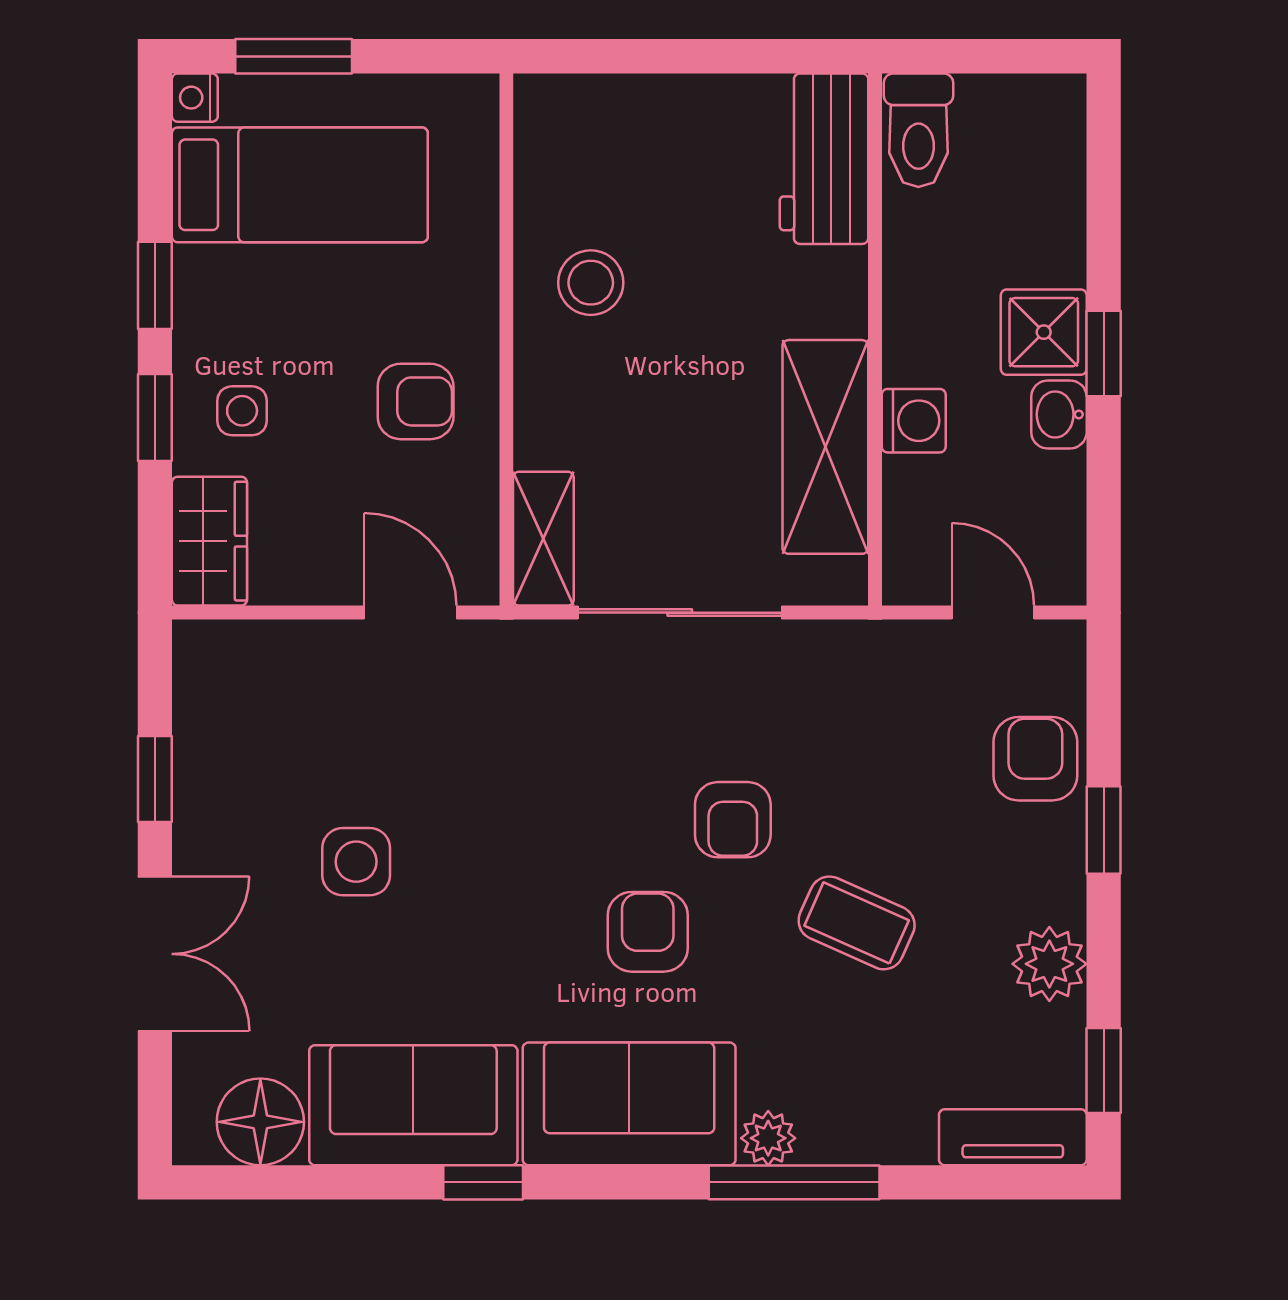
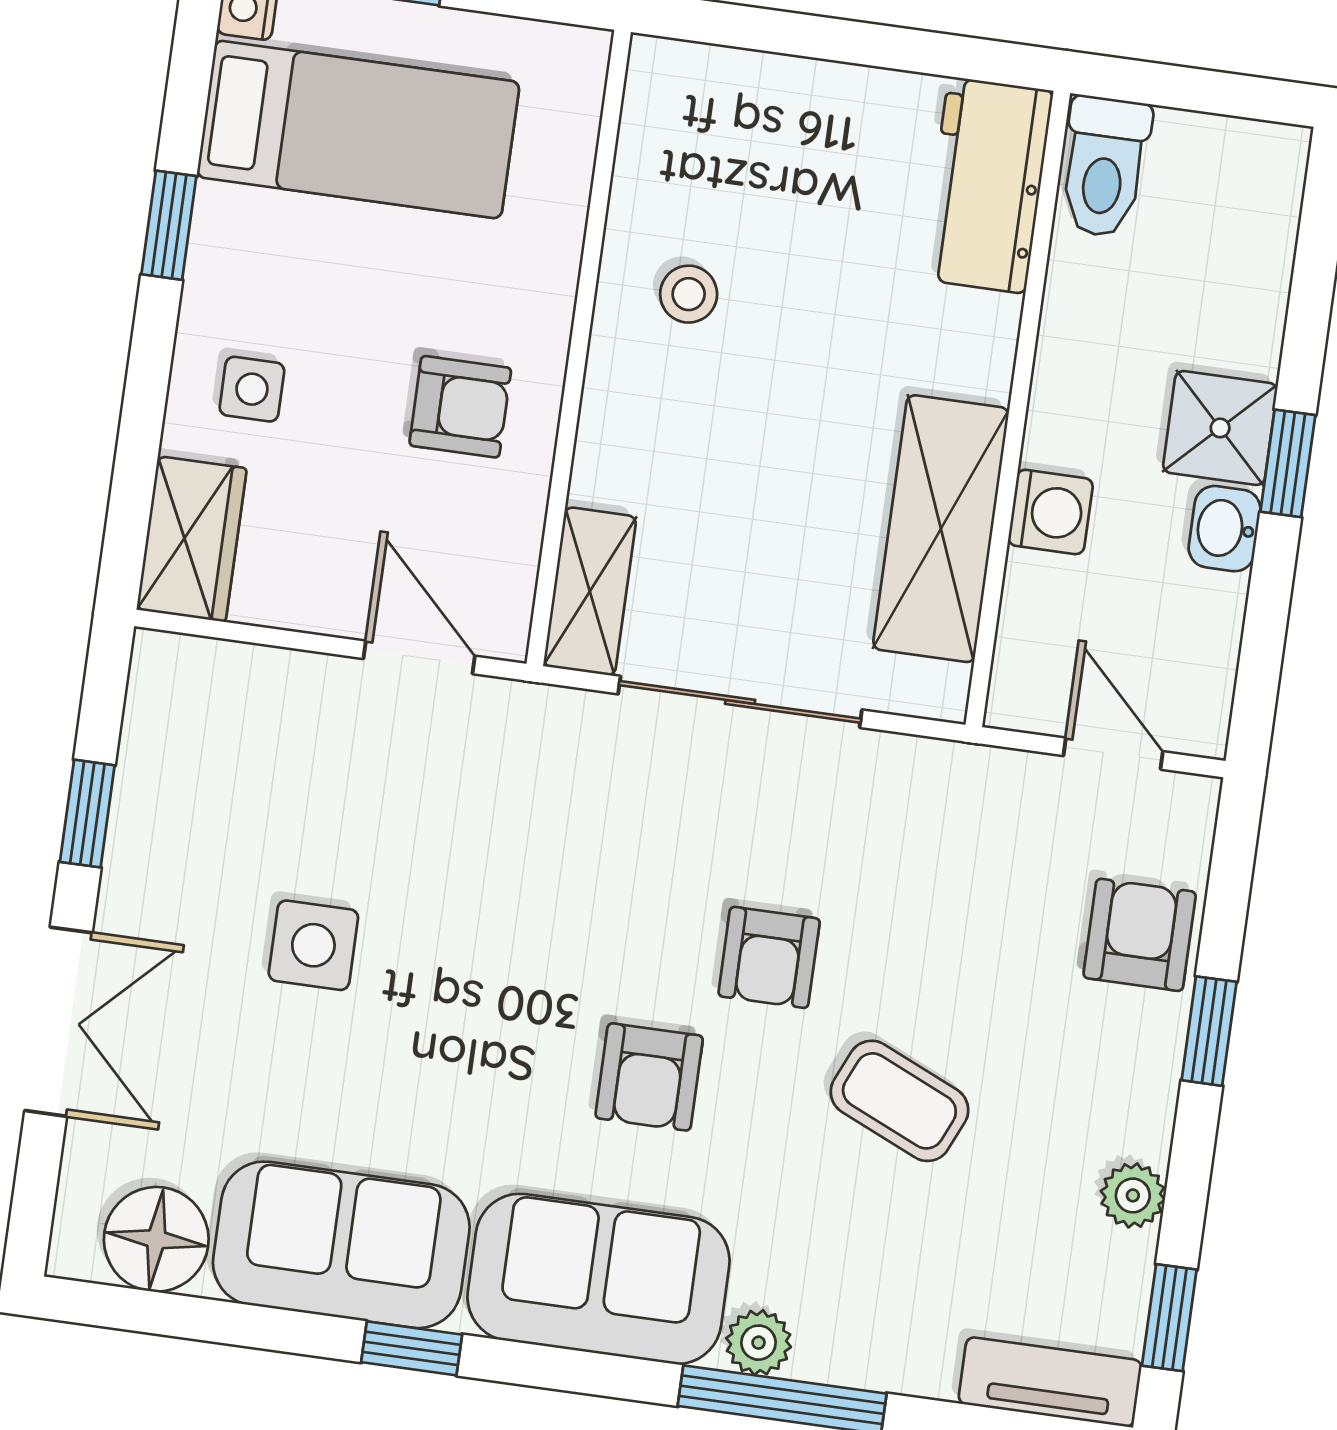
stool: (591, 283) -> (689, 294), width x0.73, depth x0.73
window: (155, 417) -> (147, 383), removed
armchair: (648, 932) -> (649, 1077), turned 180
plant: (1049, 964) -> (1133, 1195), width x0.73, depth x0.73

